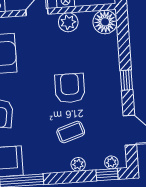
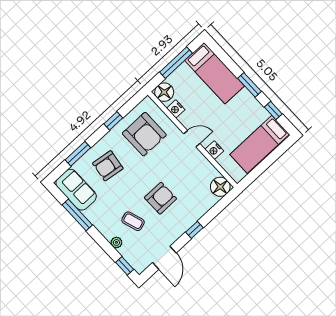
plant: (68, 22) -> (201, 164), removed
plant: (111, 162) -> (135, 262), removed

